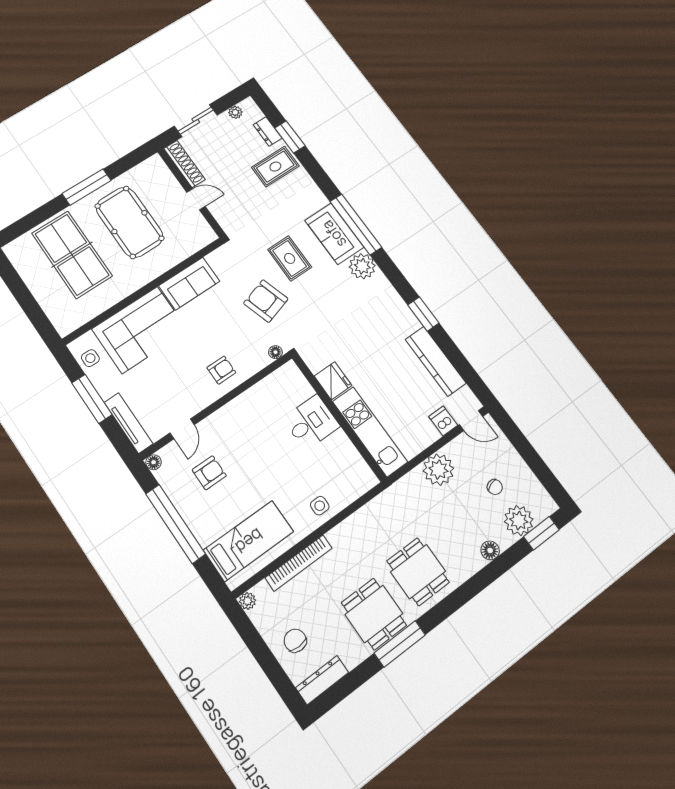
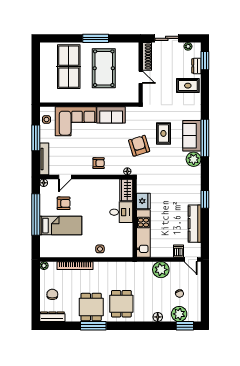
window: (290, 137) -> (205, 61), moved
wardrobe: (294, 382) -> (126, 190), added
bed: (249, 541) -> (61, 226), moved

